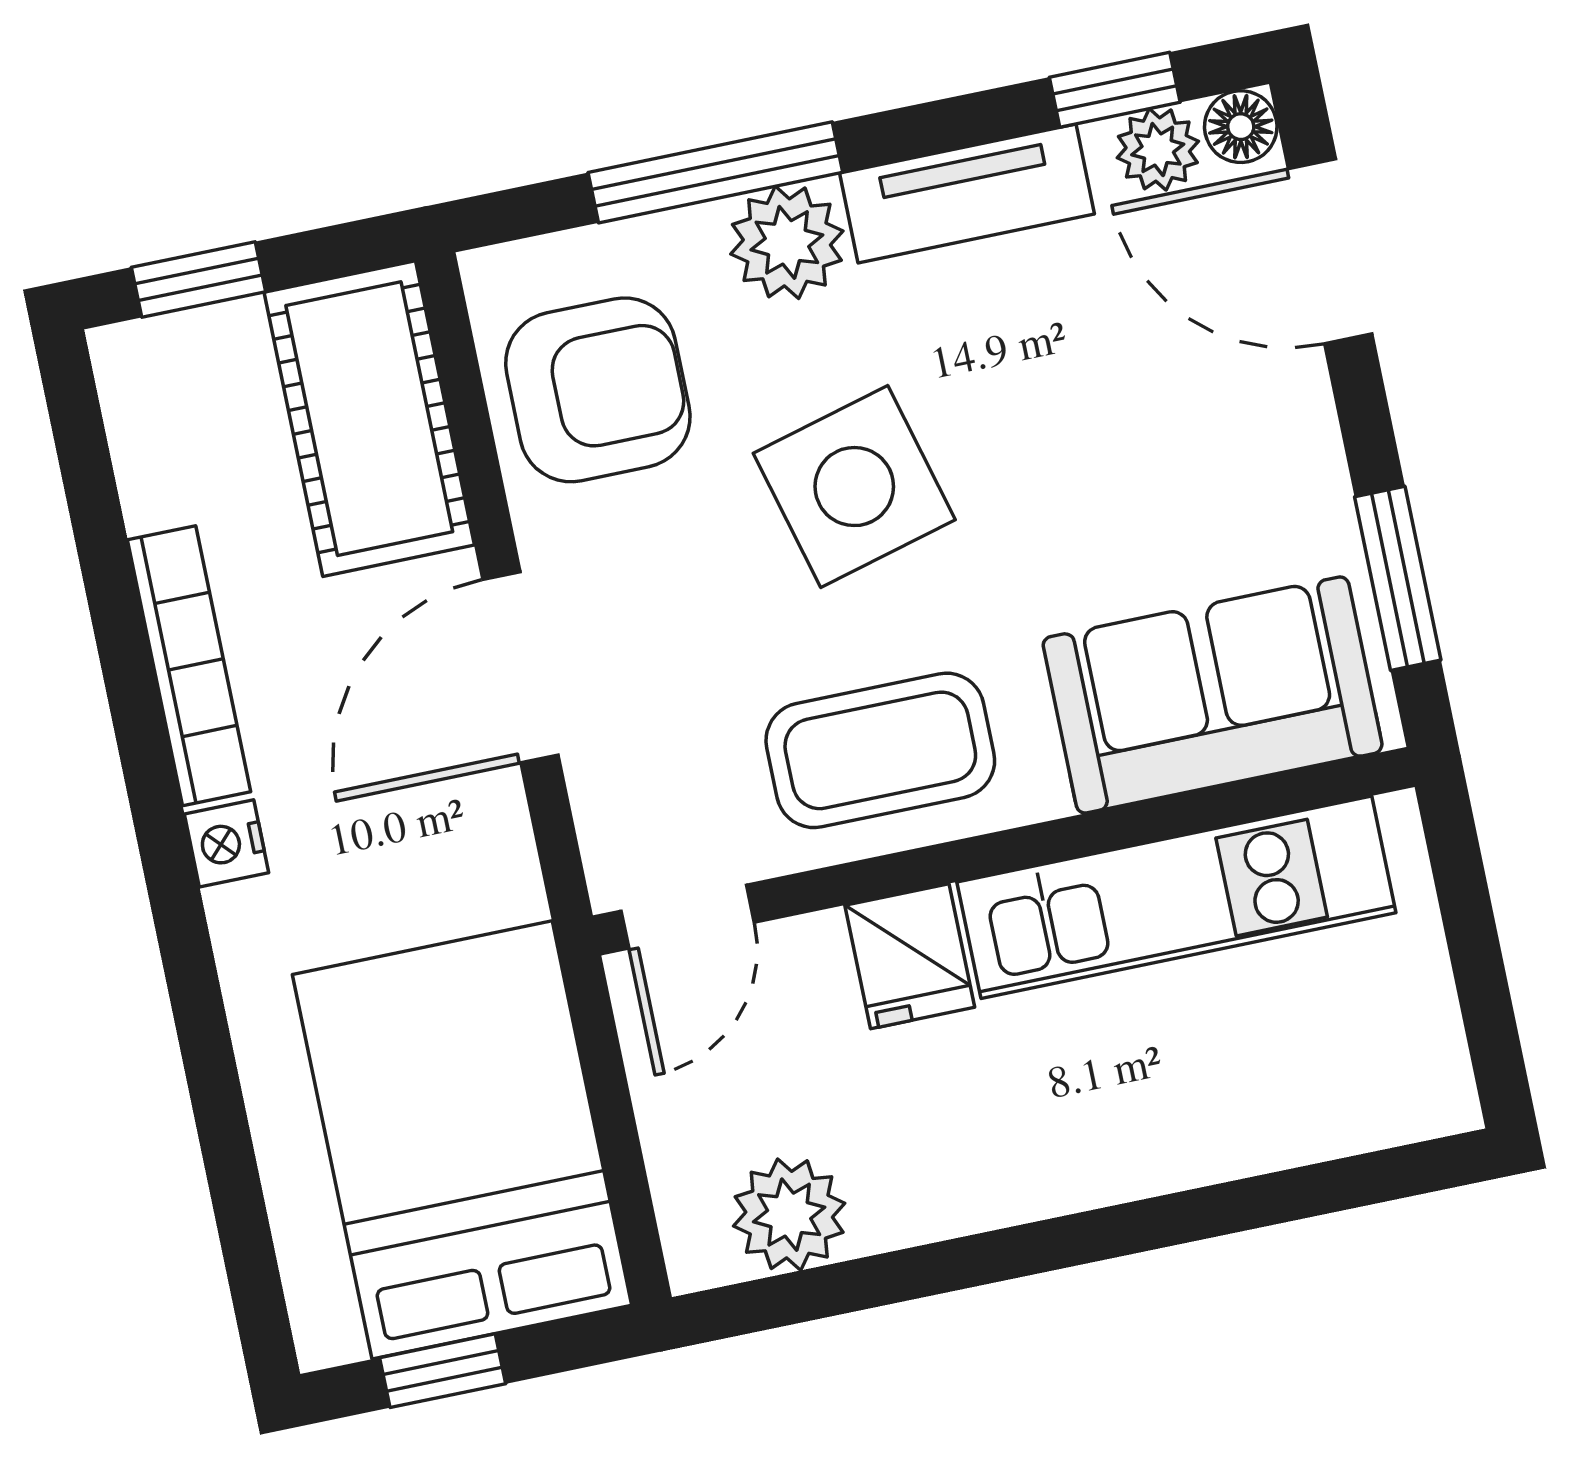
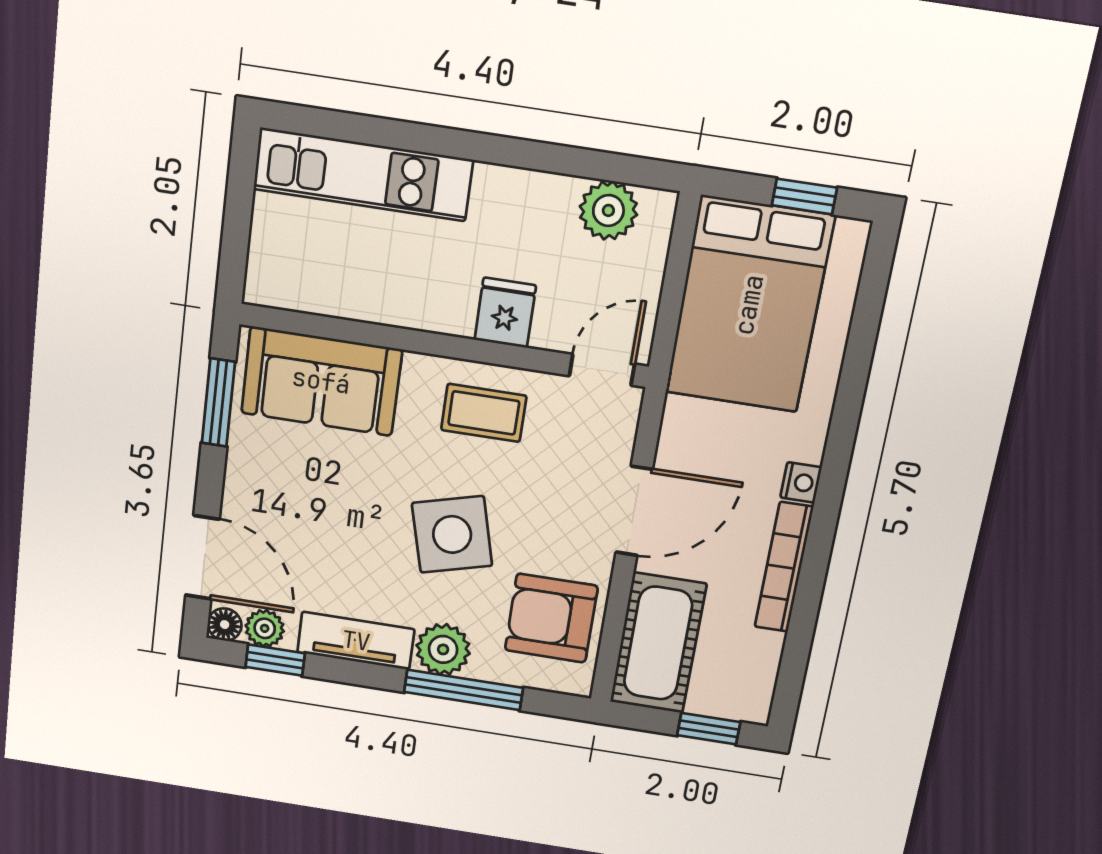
coffee table: (880, 750) -> (484, 413), width x0.73, depth x0.77
kitchen unit: (1176, 897) -> (363, 174), moved, turned 180

